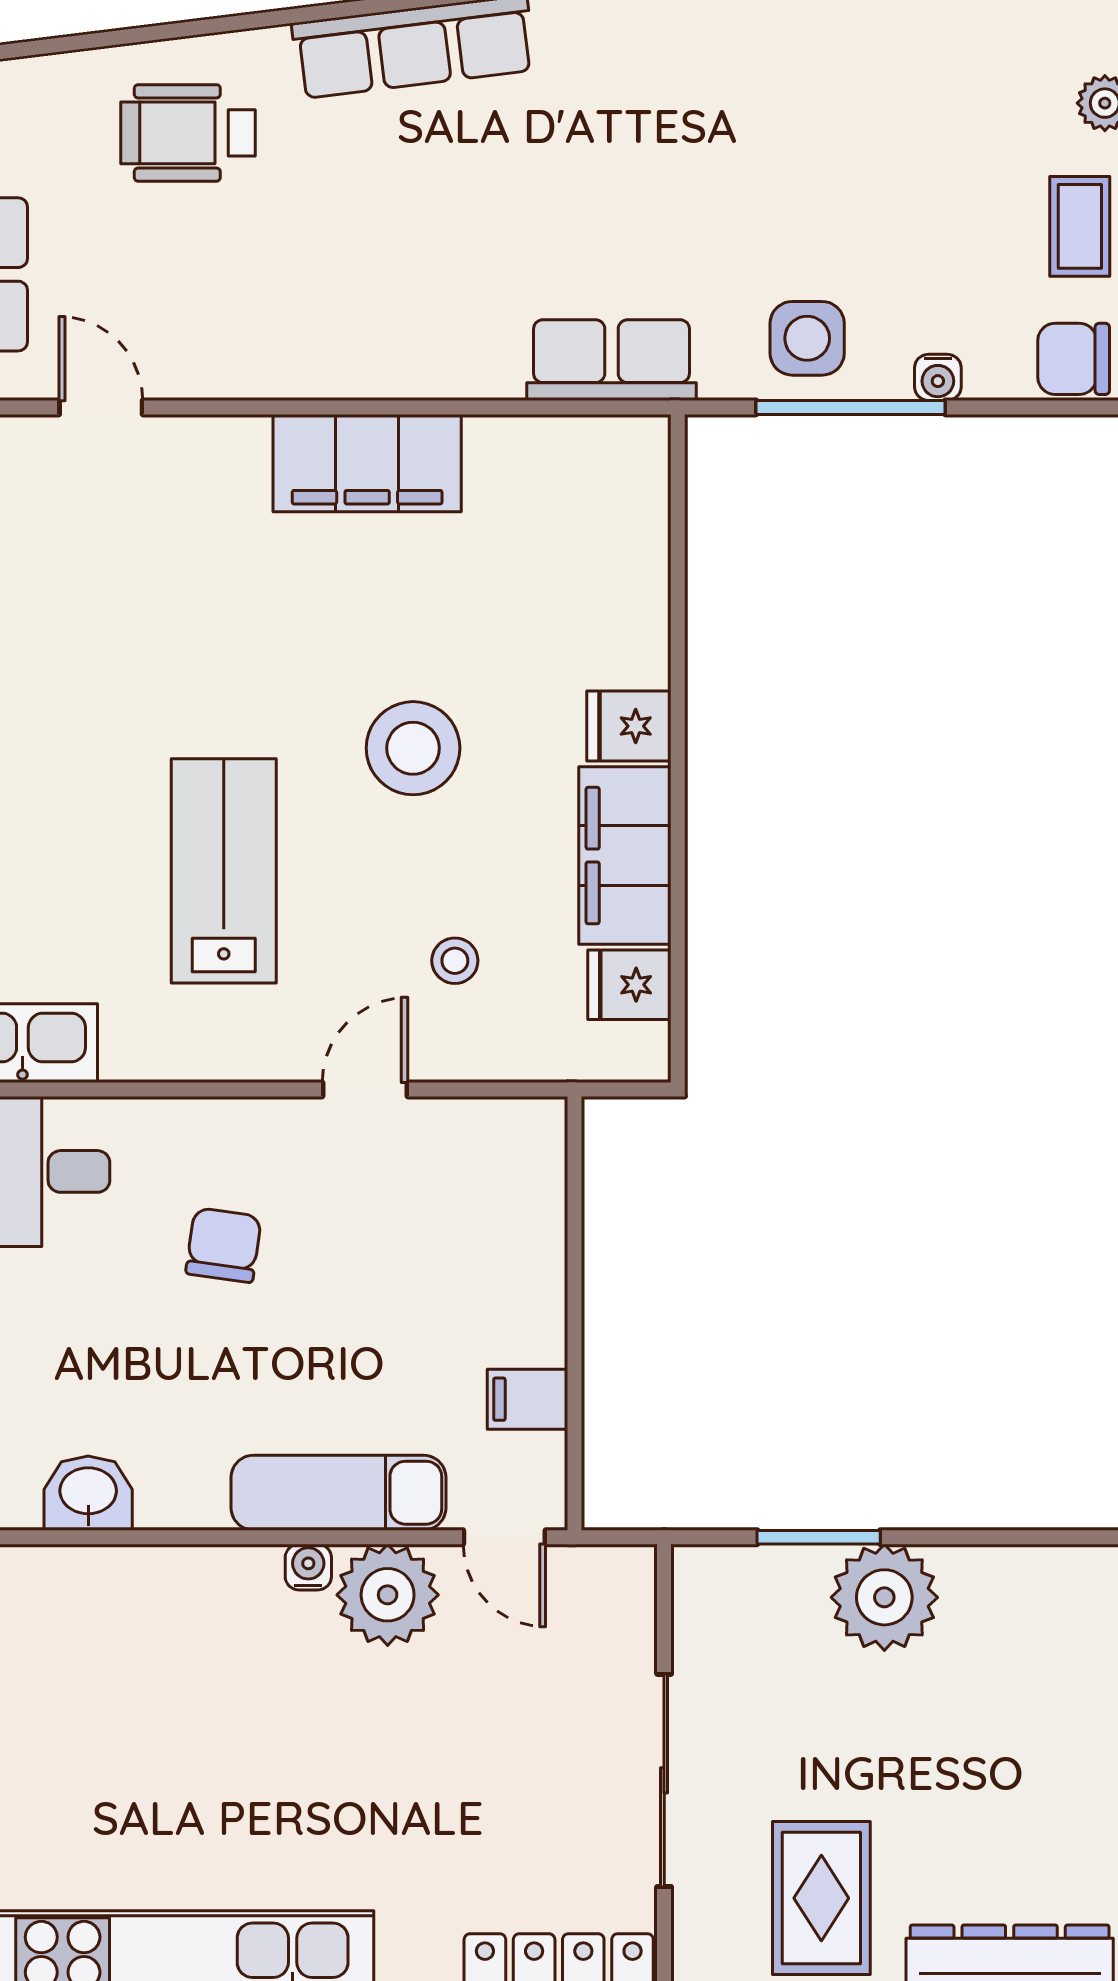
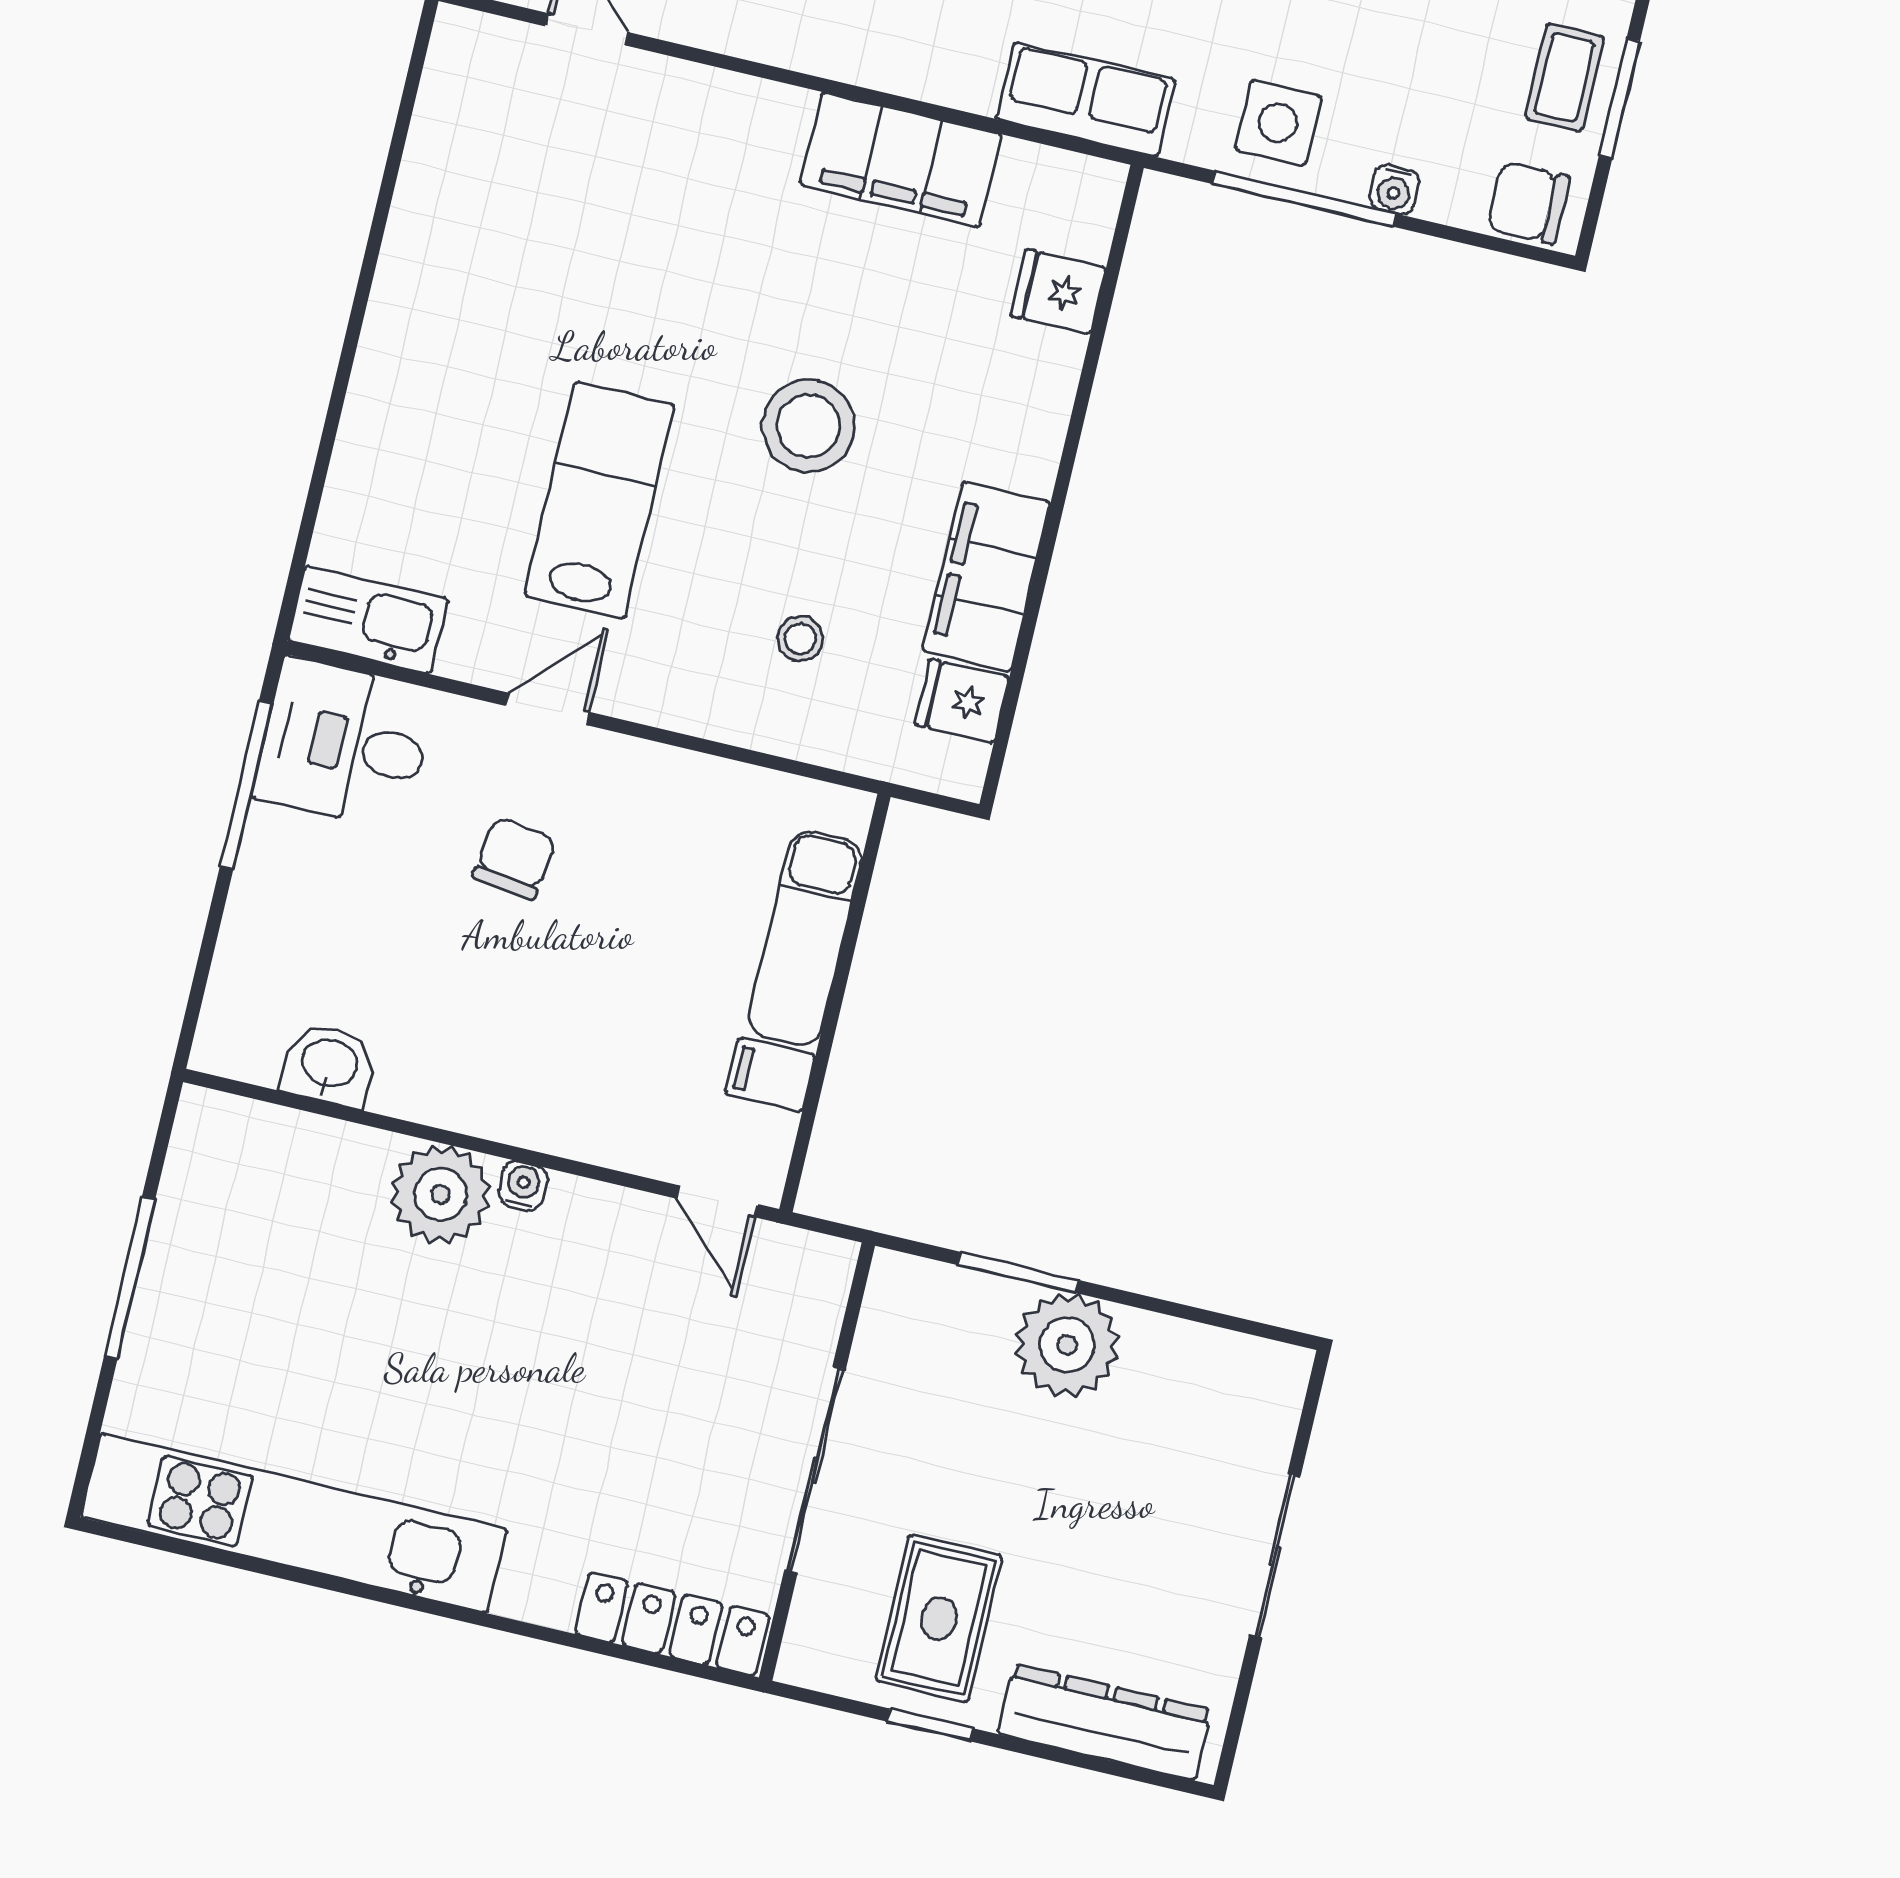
filing cabinet: (367, 463) -> (901, 160), moved
fridge: (629, 726) -> (1058, 292), moved
door: (365, 1089) -> (547, 709), moved
exam couch: (338, 1493) -> (805, 938), moved, turned -90
plant: (388, 1595) -> (441, 1194), moved

